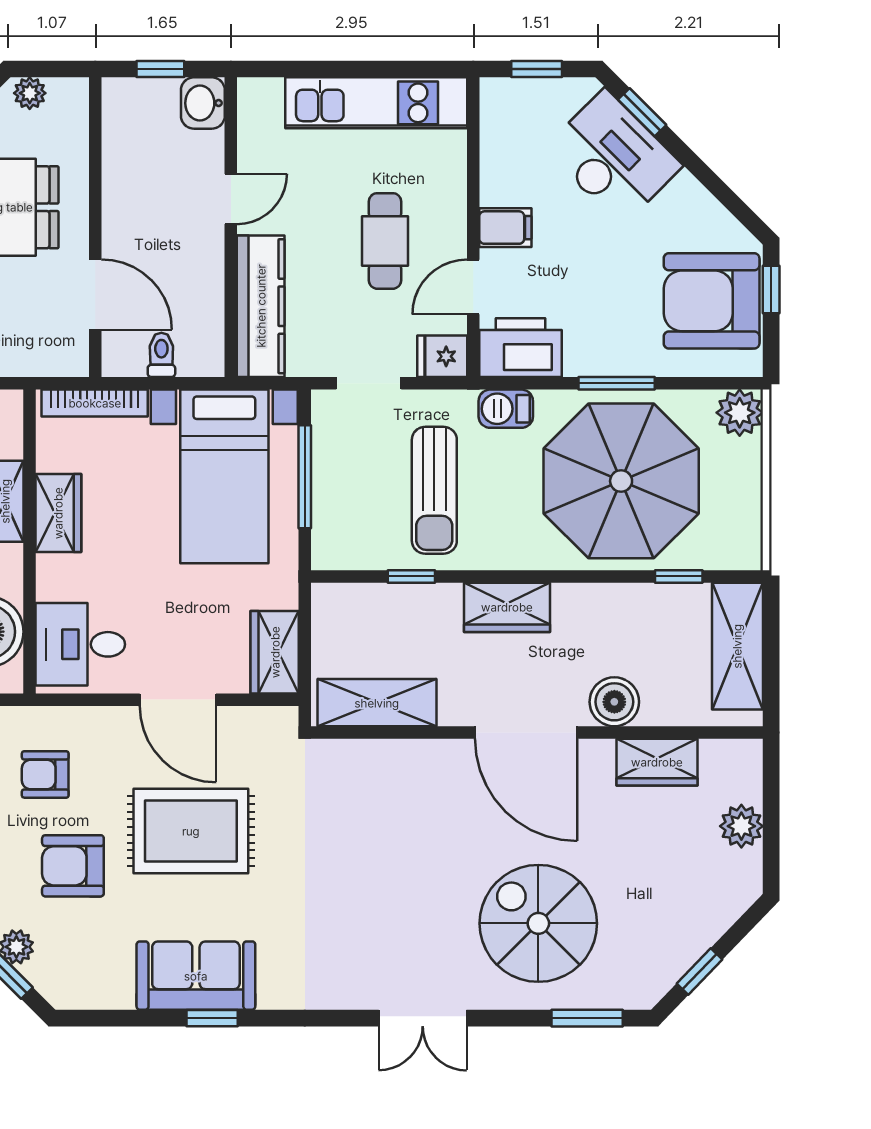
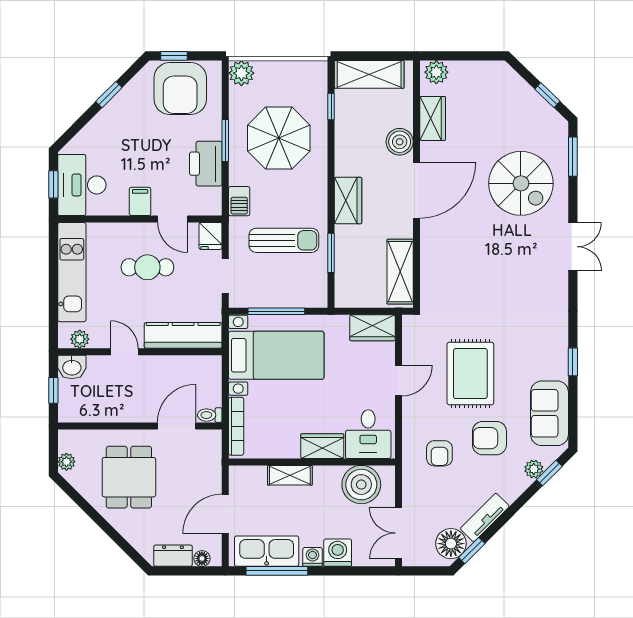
window: (642, 112) -> (109, 95), moved
plant: (254, 117) -> (80, 339), added
desk: (613, 157) -> (82, 185), moved, turned -45
printer: (520, 348) -> (206, 164), moved
toilet: (161, 355) -> (210, 415), moved
parasol: (621, 481) -> (279, 138), width x0.73, depth x0.73
wardrobe: (58, 513) -> (322, 446), moved
window: (411, 576) -> (331, 253), width x1.50
door: (178, 700) -> (398, 381), width x0.73
plant: (741, 826) -> (436, 72), moved
armchair: (73, 866) -> (489, 438), turned 90
spiral stairs: (538, 923) -> (521, 183), turned -90
sofa: (196, 976) -> (550, 413), moved

